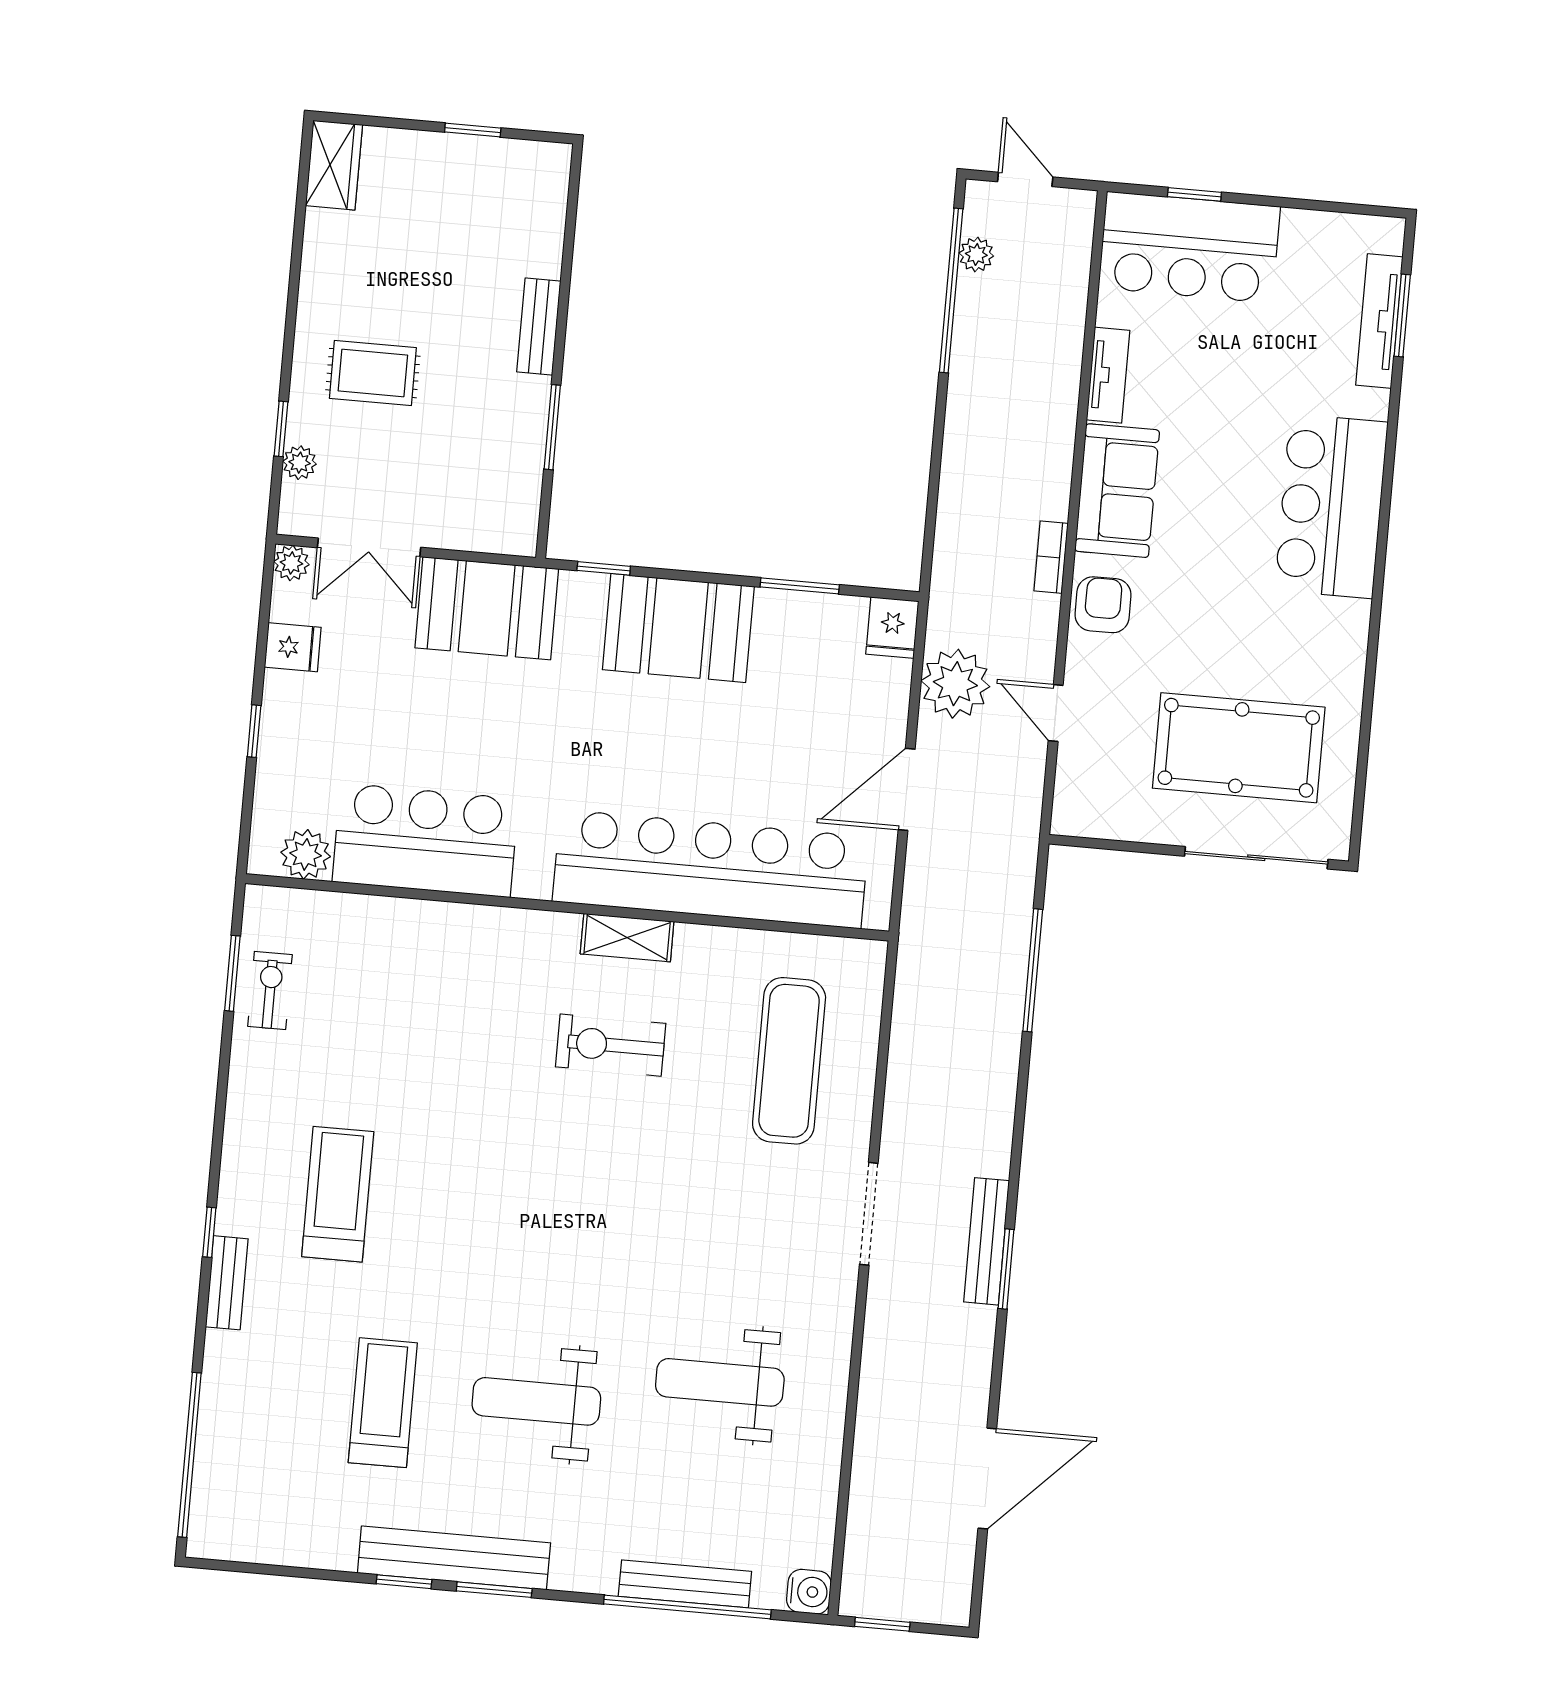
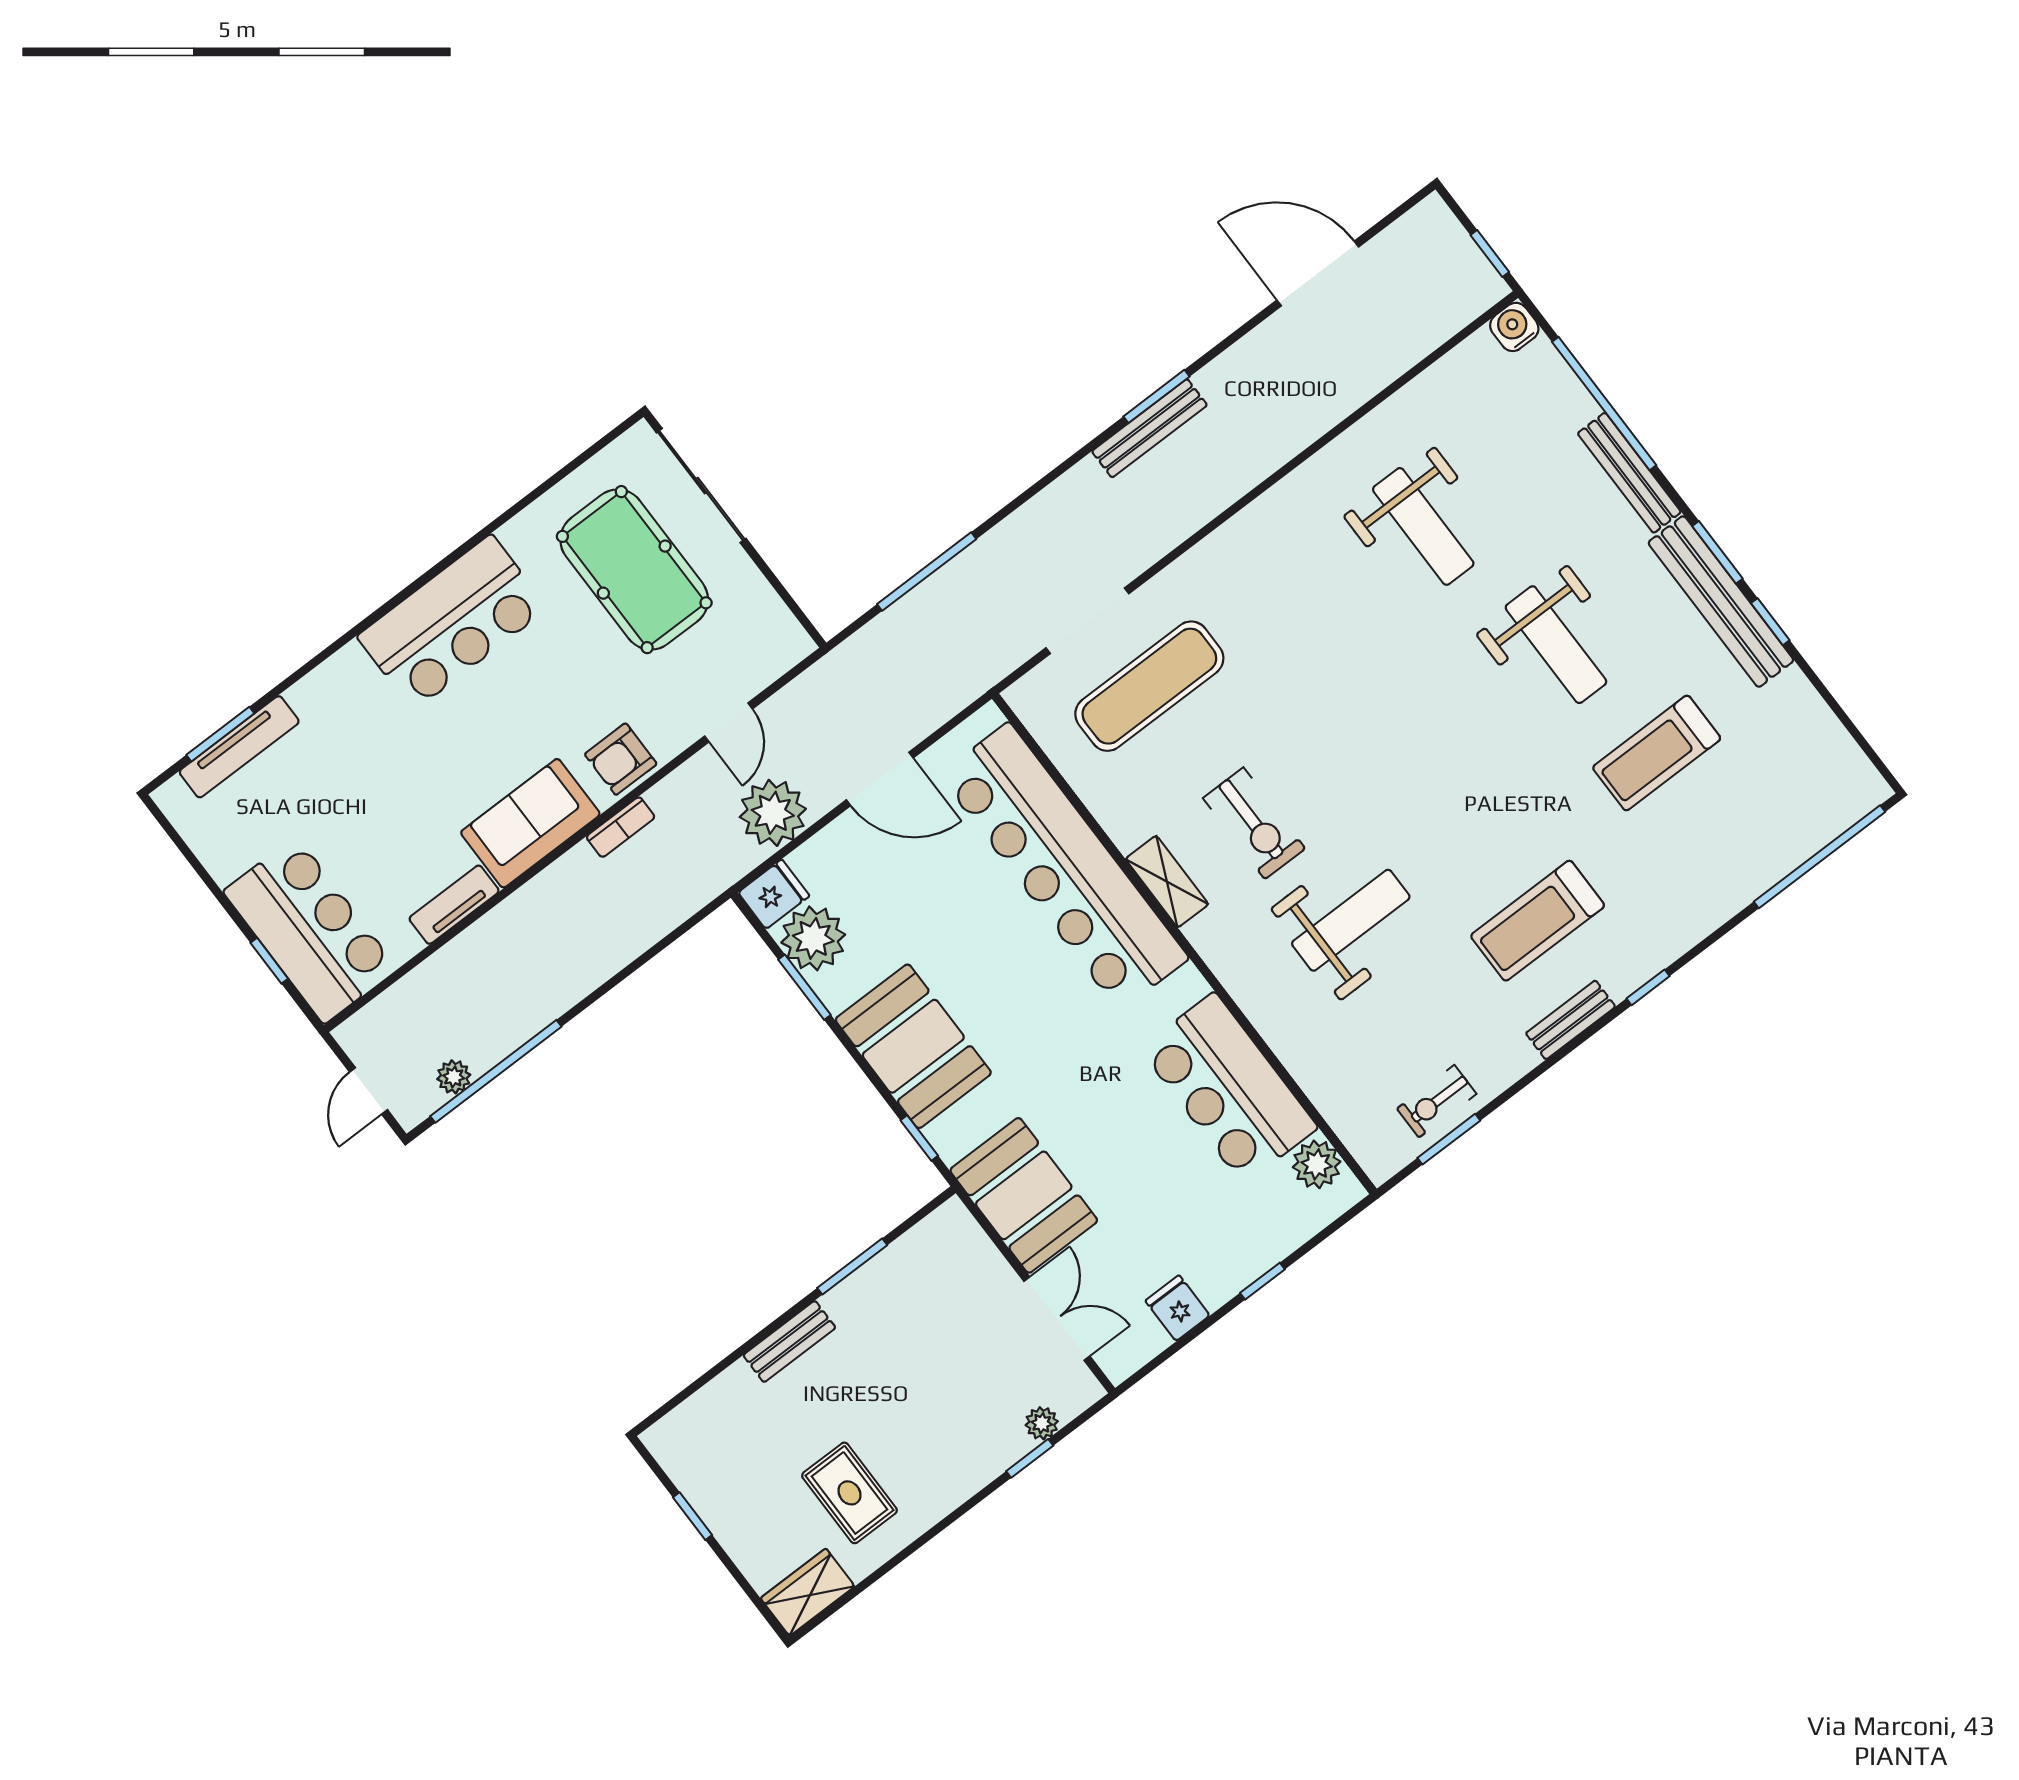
rug: (373, 373) -> (849, 1493), moved
bar counter: (1331, 506) -> (452, 622), moved
plant: (291, 563) -> (813, 938), moved, width x1.88, depth x1.88
weight bench: (469, 1051) -> (1351, 920), added
doorway: (869, 1214) -> (1087, 621), moved
bench: (227, 1283) -> (1571, 1020), moved
bench: (685, 1584) -> (1629, 473), moved

